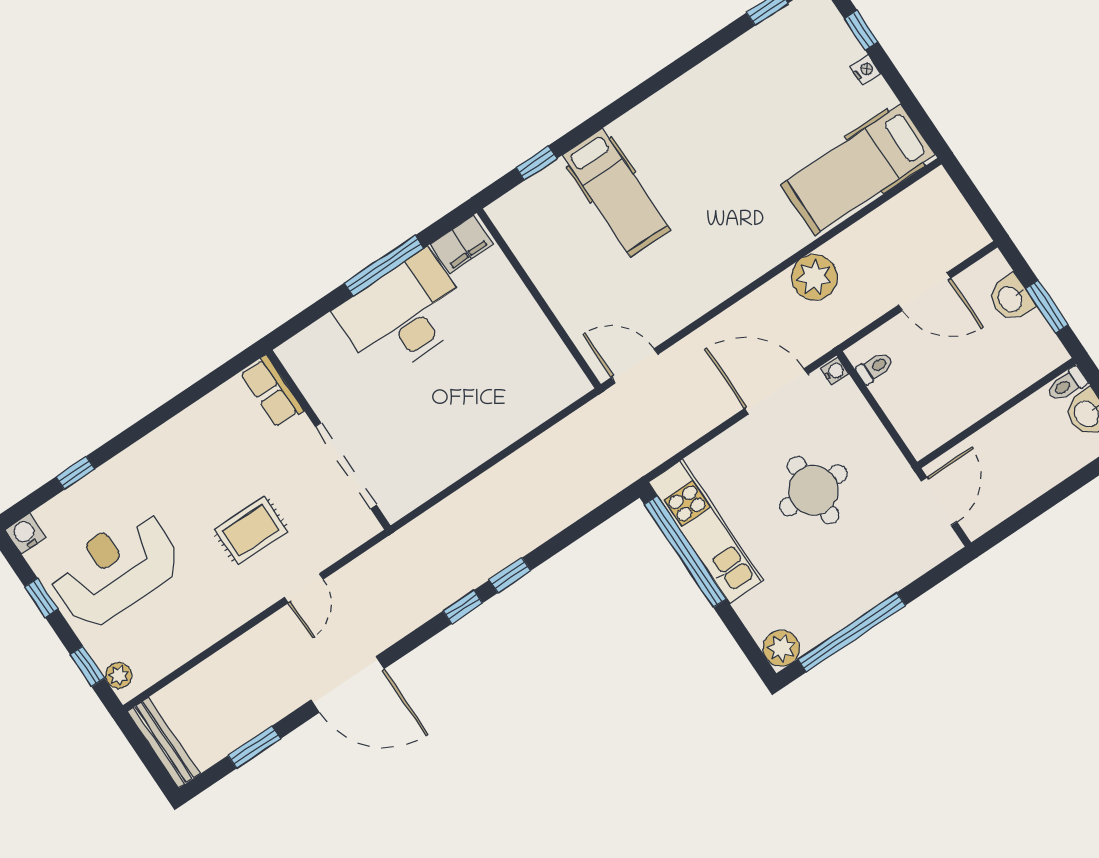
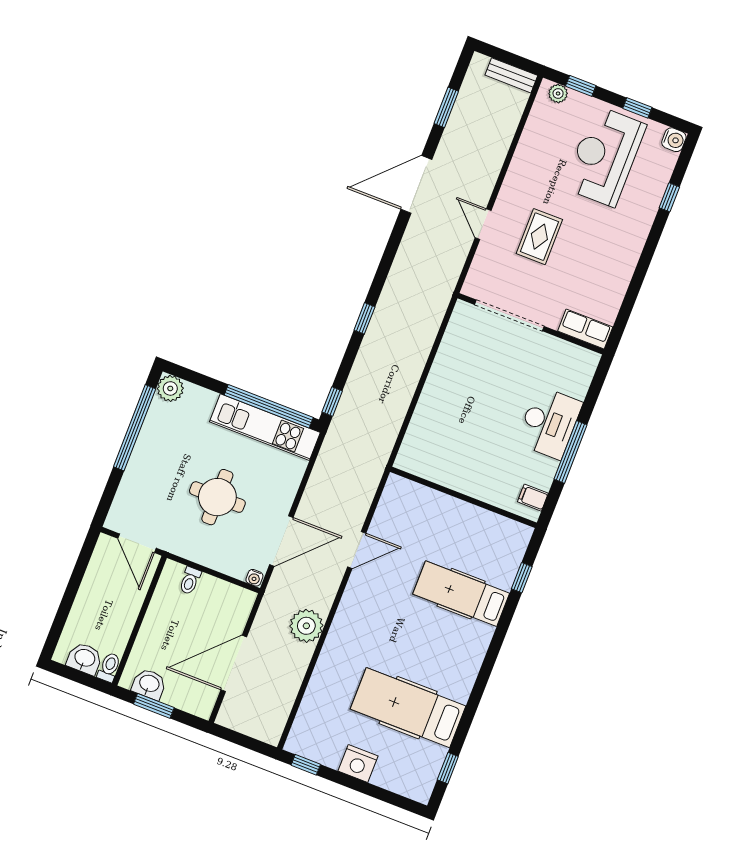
window: (861, 30) -> (306, 765), moved
nightstand: (865, 70) -> (358, 764), width x1.89, depth x1.79
hospital bed: (858, 170) -> (408, 708), moved, turned -90
filing cabinet: (462, 244) -> (533, 498), width x0.50
door: (925, 292) -> (234, 663), width x1.36
washbasin: (1011, 298) -> (149, 684), moved
desk: (404, 315) -> (549, 423), width x0.73, depth x0.77
door: (635, 366) -> (357, 550), moved
toilet: (875, 368) -> (190, 581), moved
reception desk: (115, 569) -> (605, 156), turned 180
window: (463, 607) -> (332, 402), moved
bench: (163, 742) -> (511, 75), width x0.73

